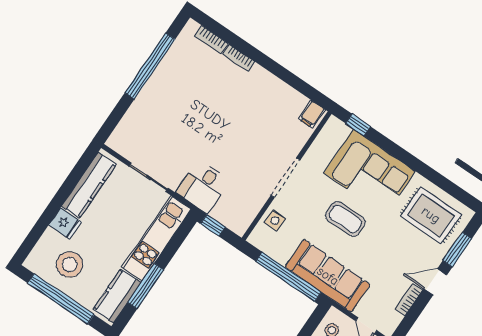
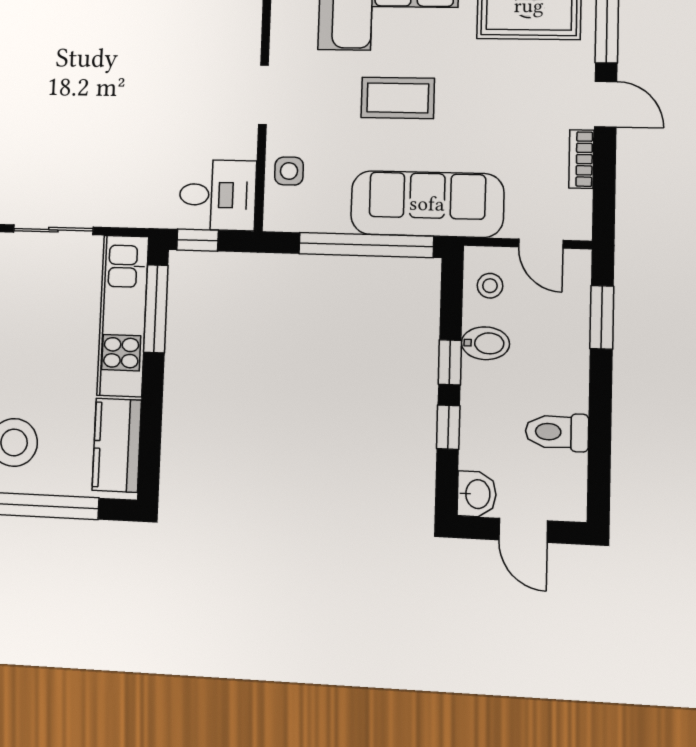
doorway: (285, 178) -> (263, 95), width x0.73
desk: (203, 187) -> (218, 195), moved, turned -90
door: (435, 282) -> (606, 104), swing flipped
window: (146, 286) -> (156, 309), moved

